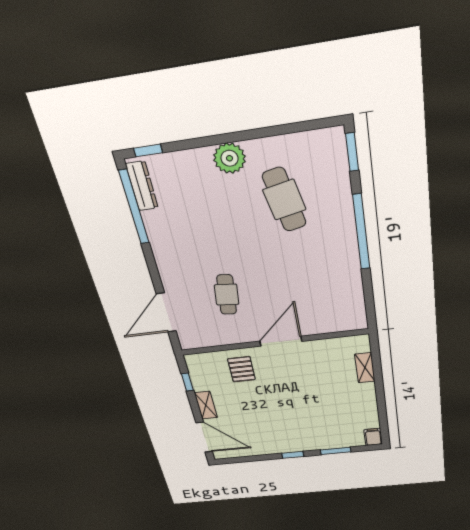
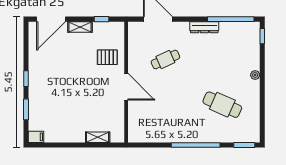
plant: (230, 158) -> (255, 75), width x0.53, depth x0.53
dresser: (142, 186) -> (204, 27), moved
cafe table: (284, 200) -> (222, 105), turned 36
cafe table: (227, 295) -> (165, 60), turned -30

